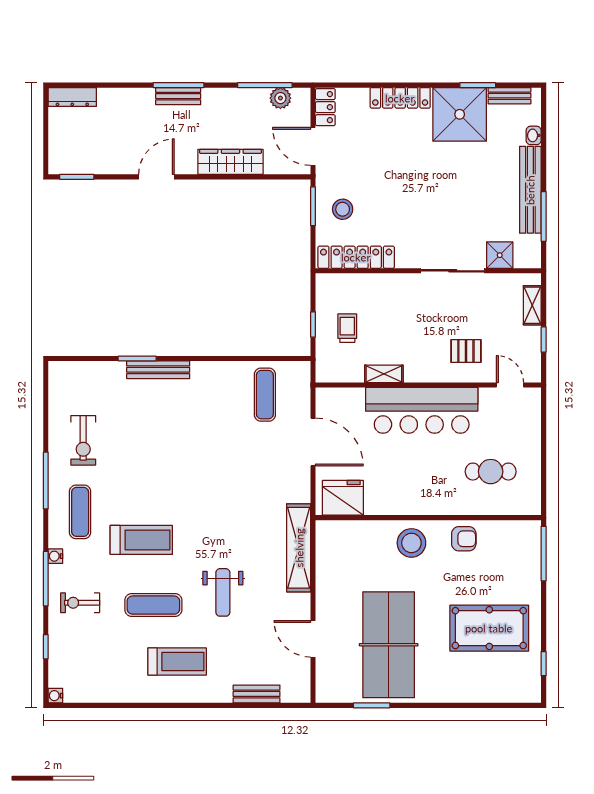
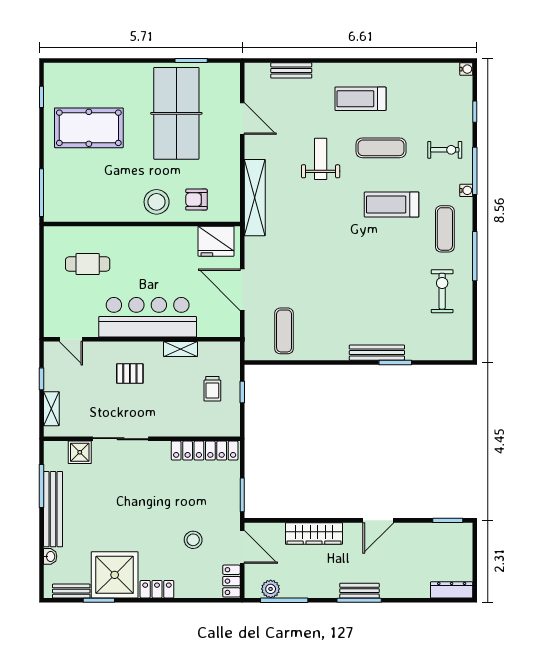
locker: (400, 98) -> (157, 589), width x0.66
stool: (343, 209) -> (193, 540), moved
pallet: (466, 351) -> (130, 373), moved
armchair: (464, 539) -> (196, 200), moved

